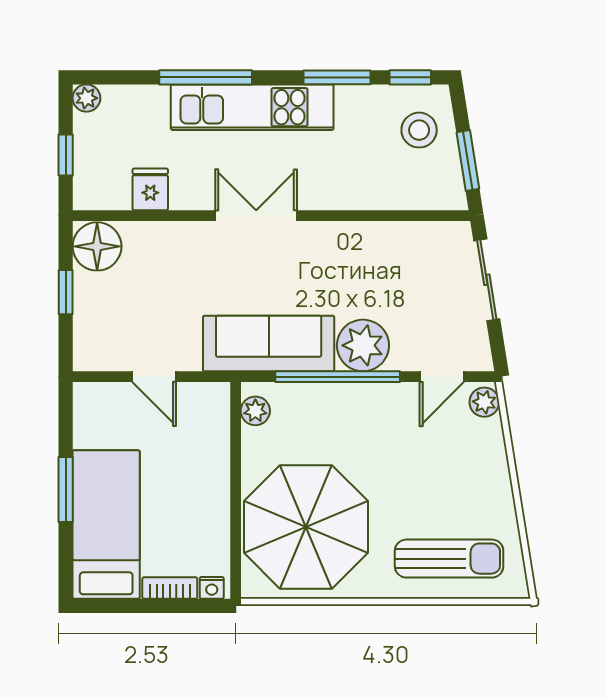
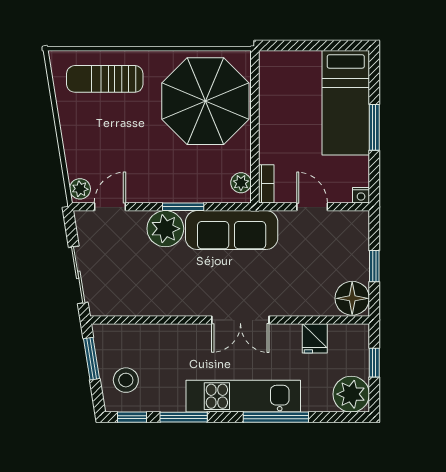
plant: (86, 98) -> (351, 394), width x1.88, depth x1.88
window: (338, 377) -> (183, 207), width x0.47
bookcase: (170, 588) -> (266, 184), moved, turned -90
nightstand: (212, 588) -> (361, 195), moved, turned 180

